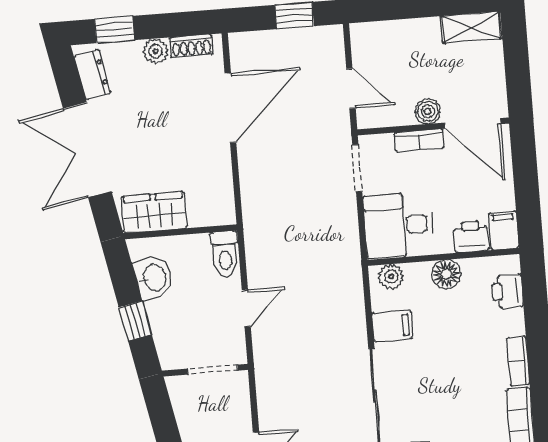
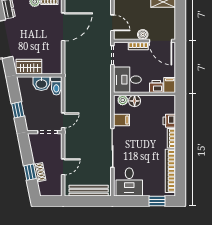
floor lamp: (446, 274) -> (135, 101), moved
washbasin: (154, 278) -> (41, 84), moved, turned 101
printer: (508, 291) -> (169, 121), moved
door: (246, 308) -> (63, 120), moved

